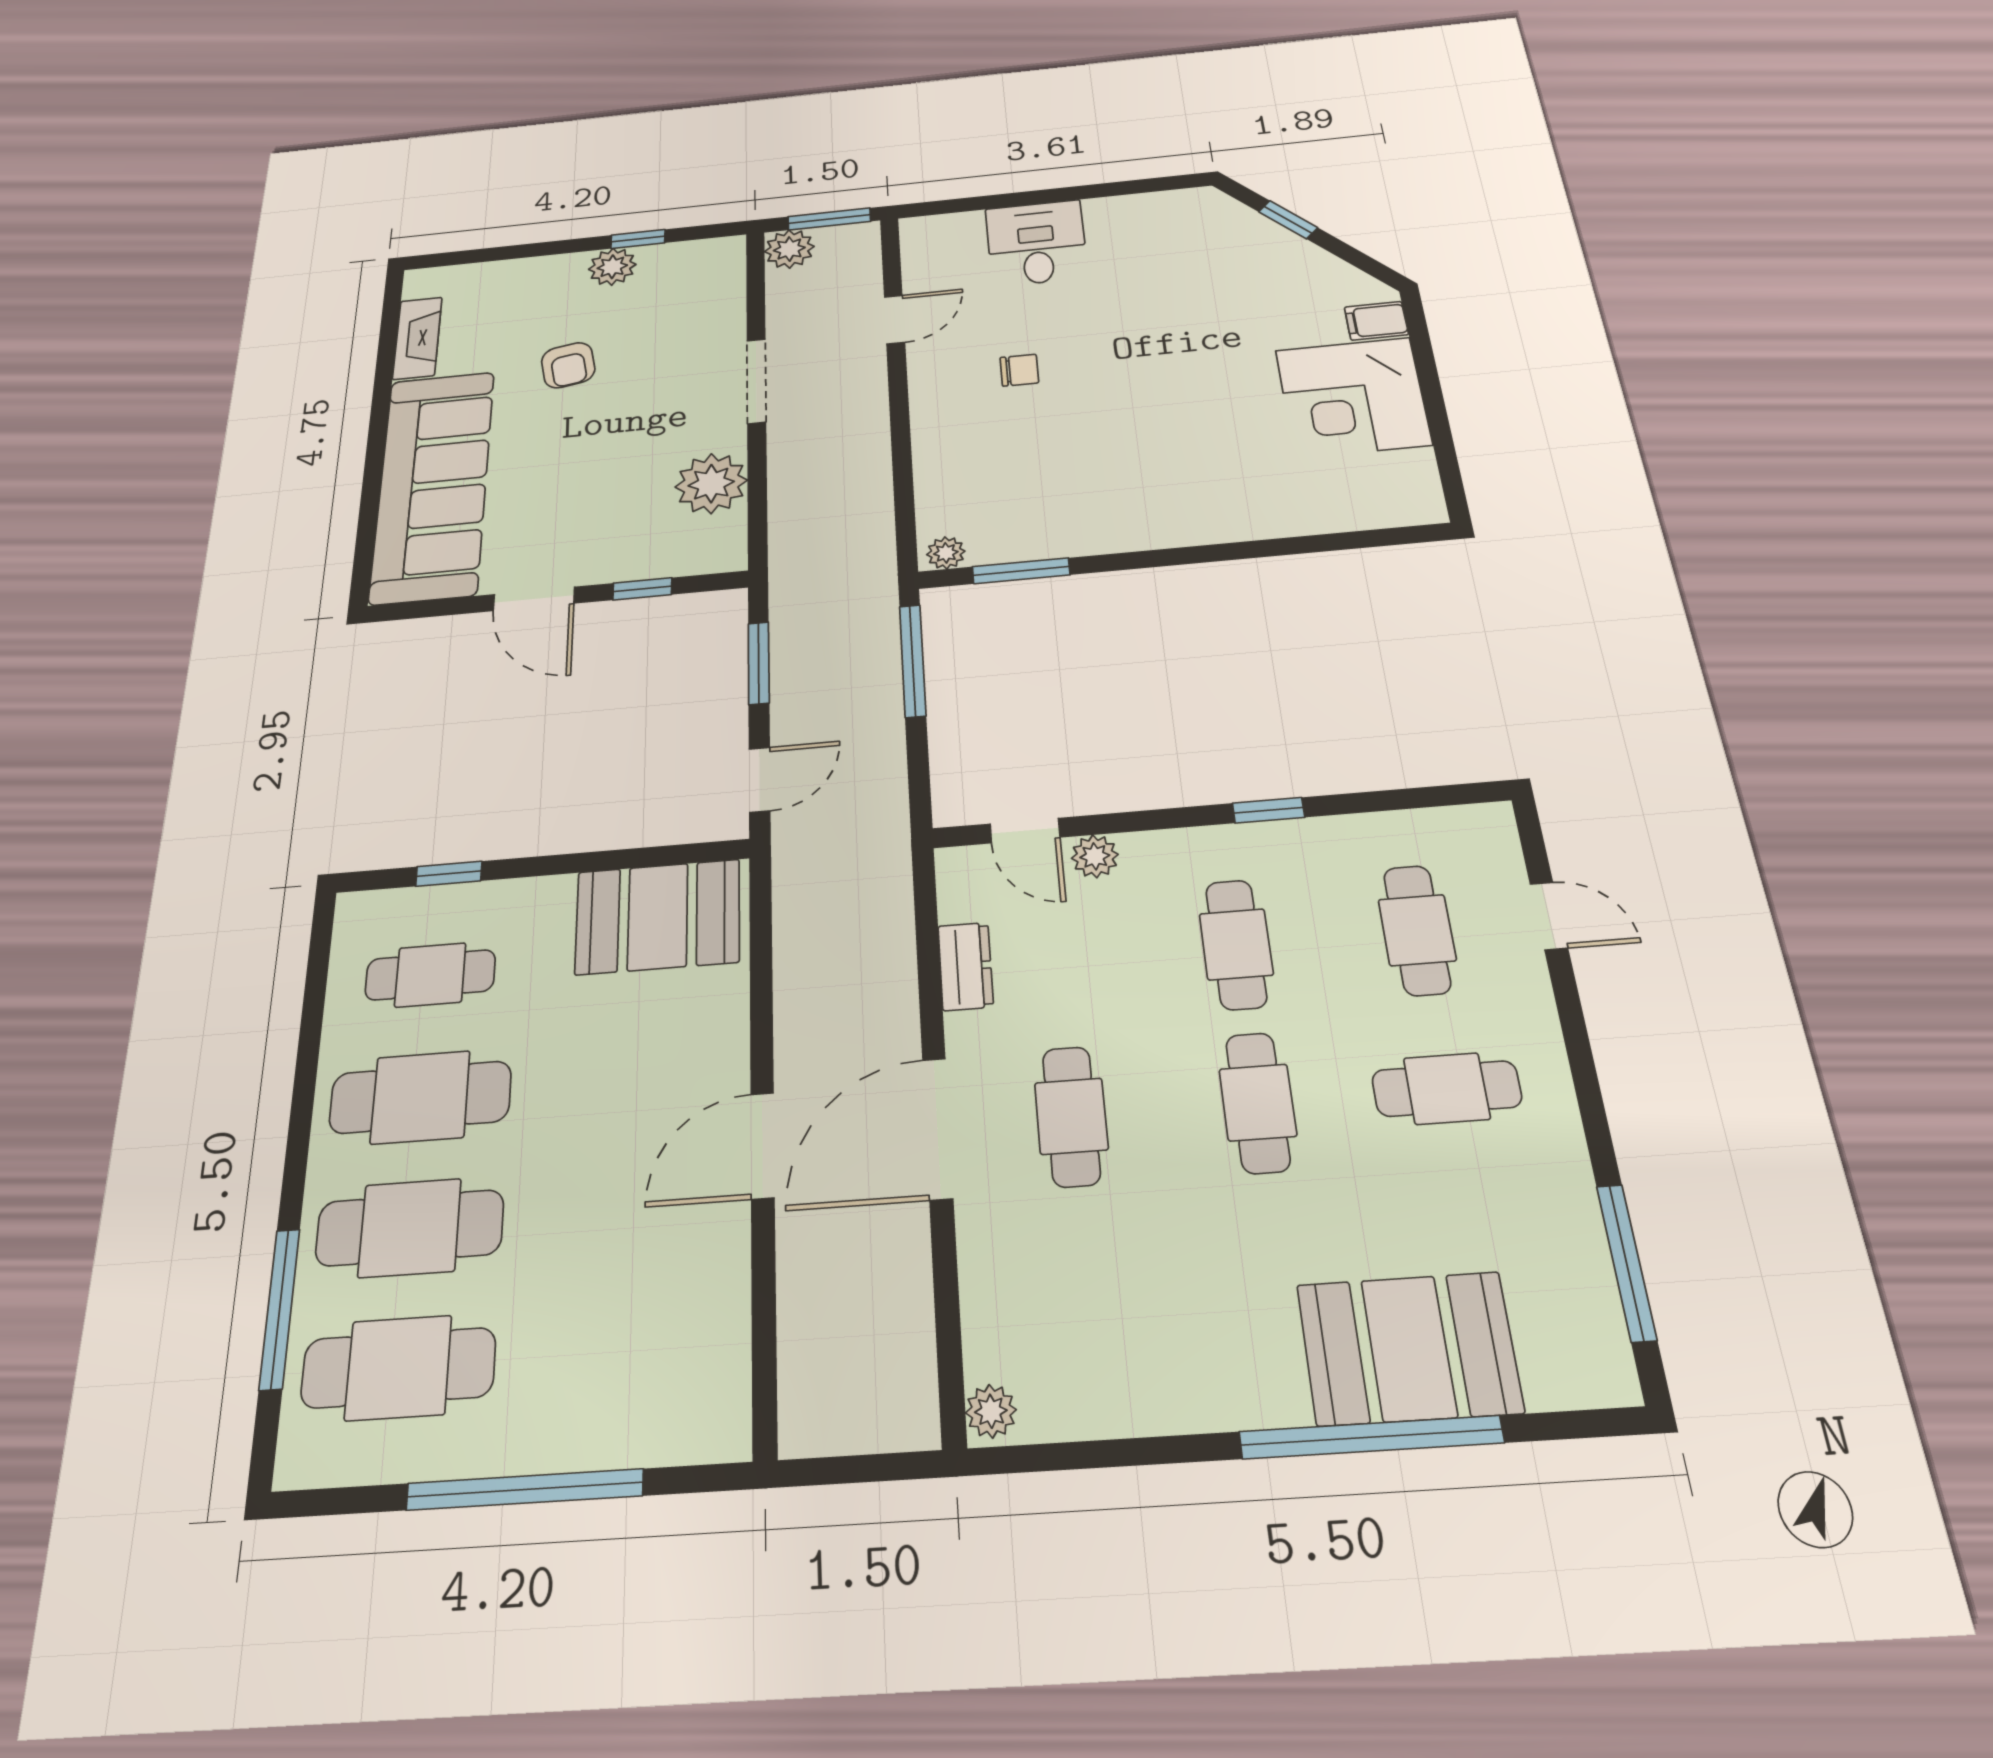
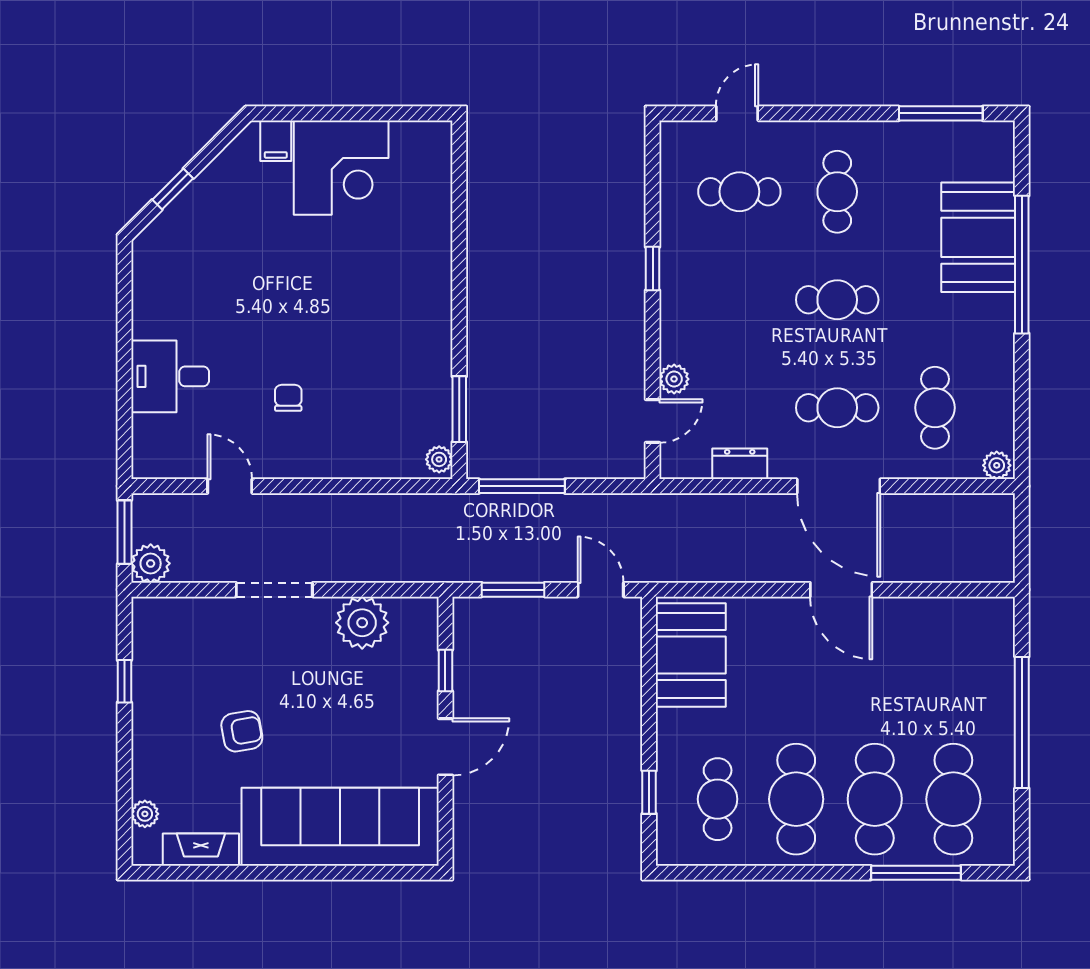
plant: (612, 267) -> (145, 814), moved, width x0.73, depth x0.73
cafe table: (1236, 944) -> (935, 408), moved, turned 90

